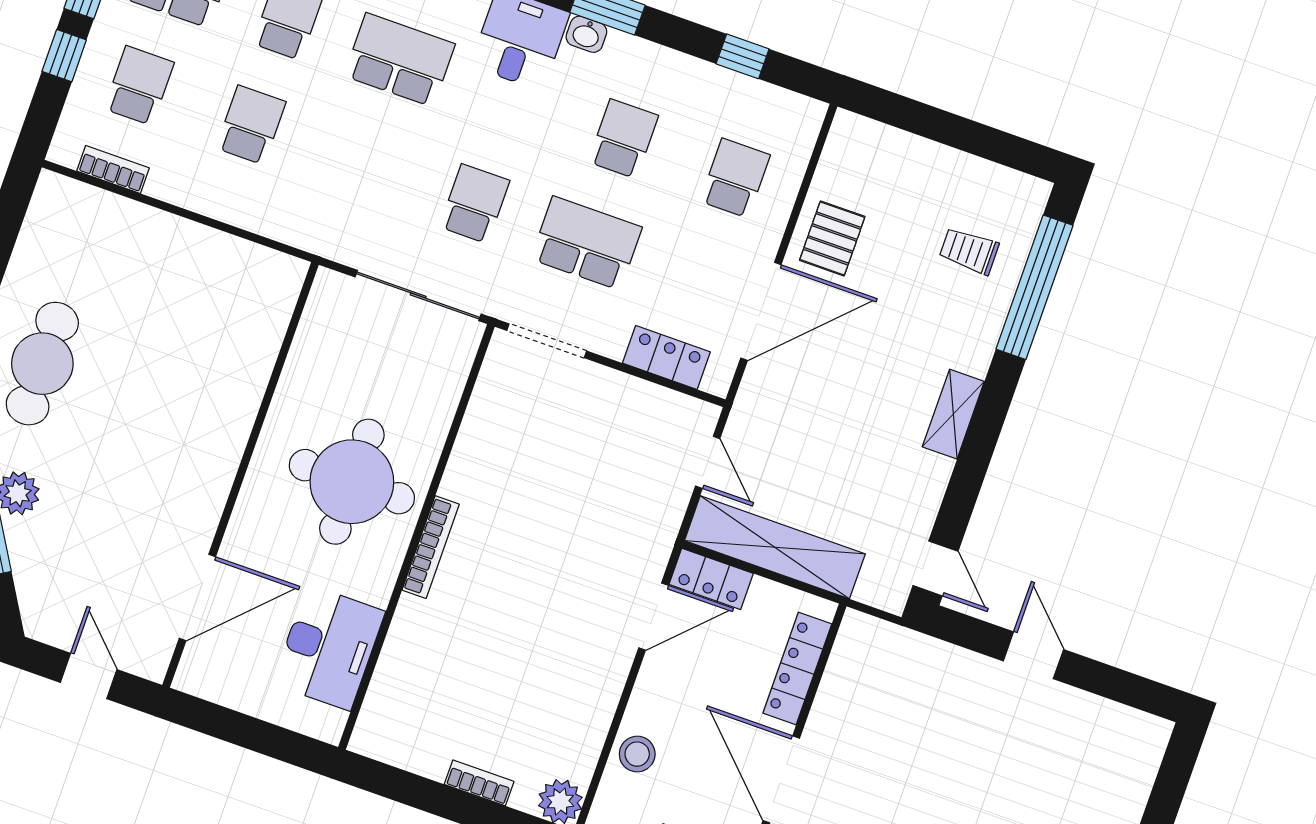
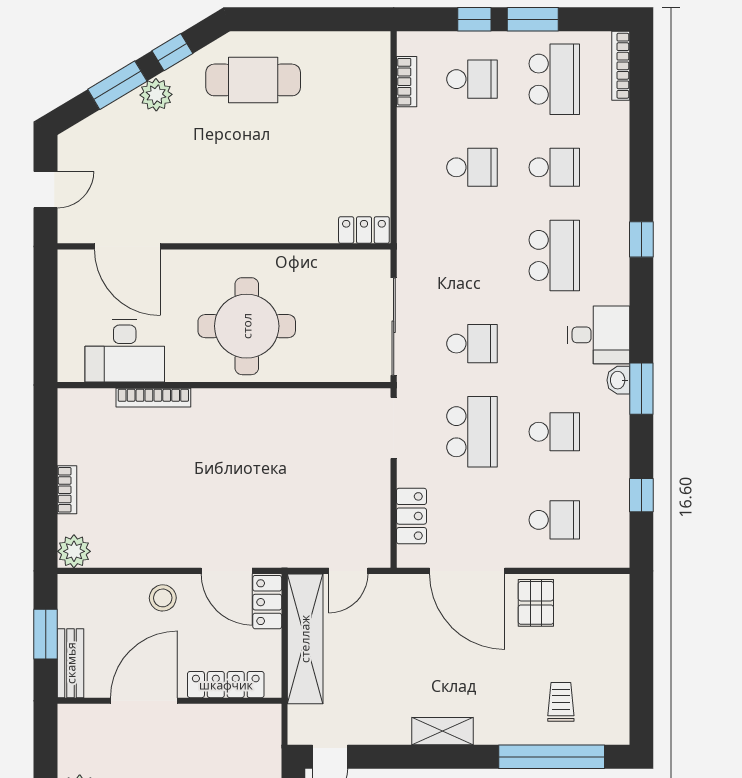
pallet: (832, 238) -> (536, 603), turned 90
locker: (282, 290) -> (364, 230), added
bookcase: (431, 547) -> (153, 398), moved
stool: (637, 754) -> (163, 598), moved

